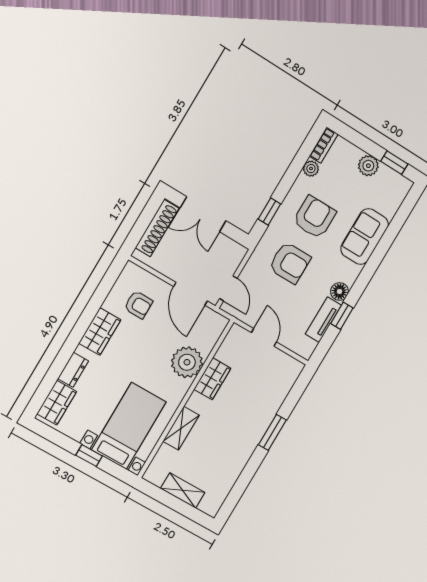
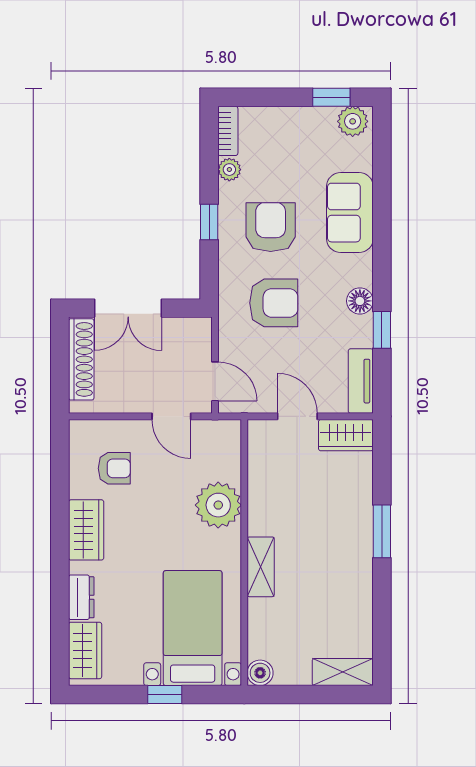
plant: (368, 166) -> (353, 121), moved
window: (269, 211) -> (209, 222), moved
door: (190, 294) -> (171, 416), width x0.73
tv unit: (323, 320) -> (361, 381), moved
wardrobe: (212, 379) -> (346, 435), moved, turned 90
shelving: (181, 428) -> (261, 567), moved
boiler: (153, 474) -> (260, 673), added
shelving: (183, 490) -> (343, 672), moved

